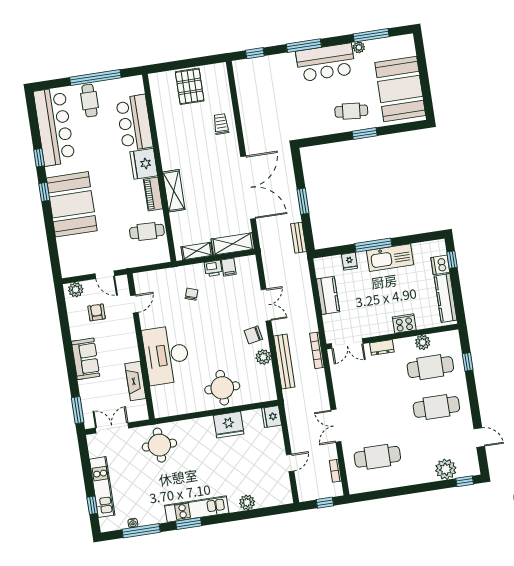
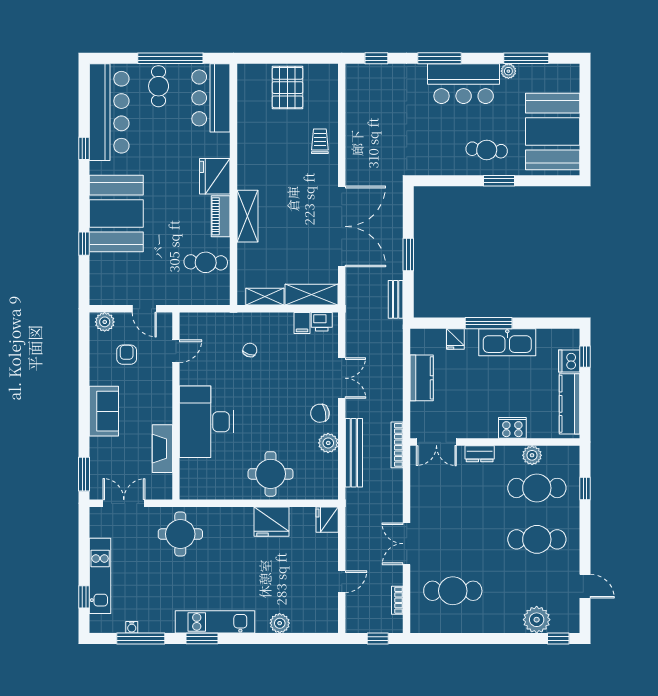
bar counter: (134, 123) -> (211, 98), moved
window: (44, 192) -> (84, 244), moved
printer: (213, 268) -> (322, 322), moved

